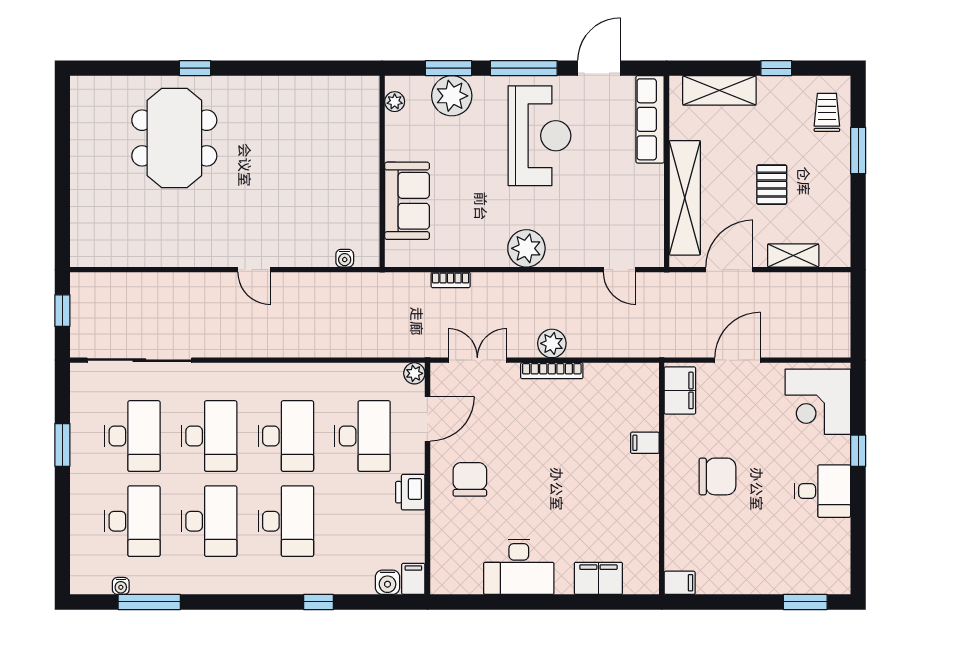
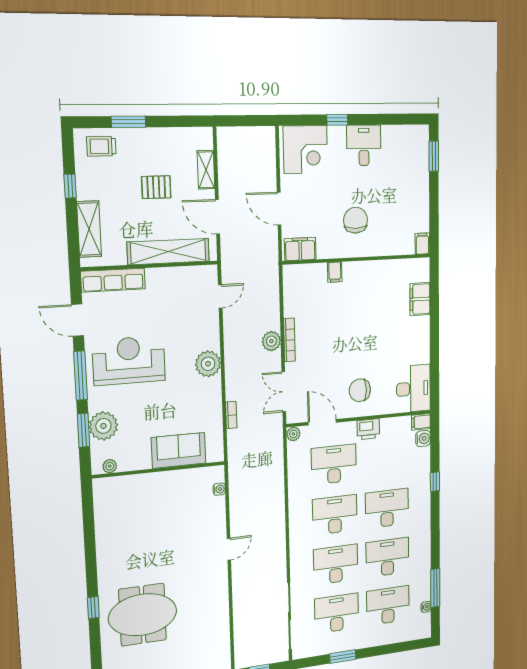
desk: (519, 567) -> (413, 389), moved

